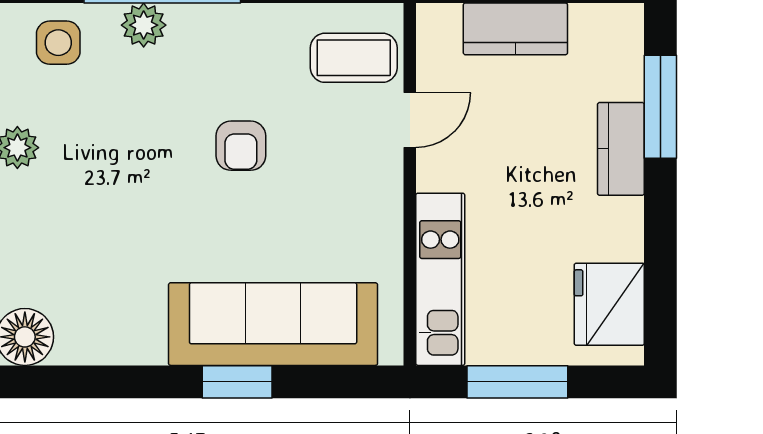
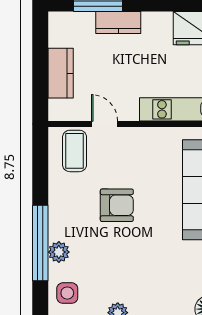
armchair: (241, 146) -> (117, 205), width x1.38, depth x1.38

